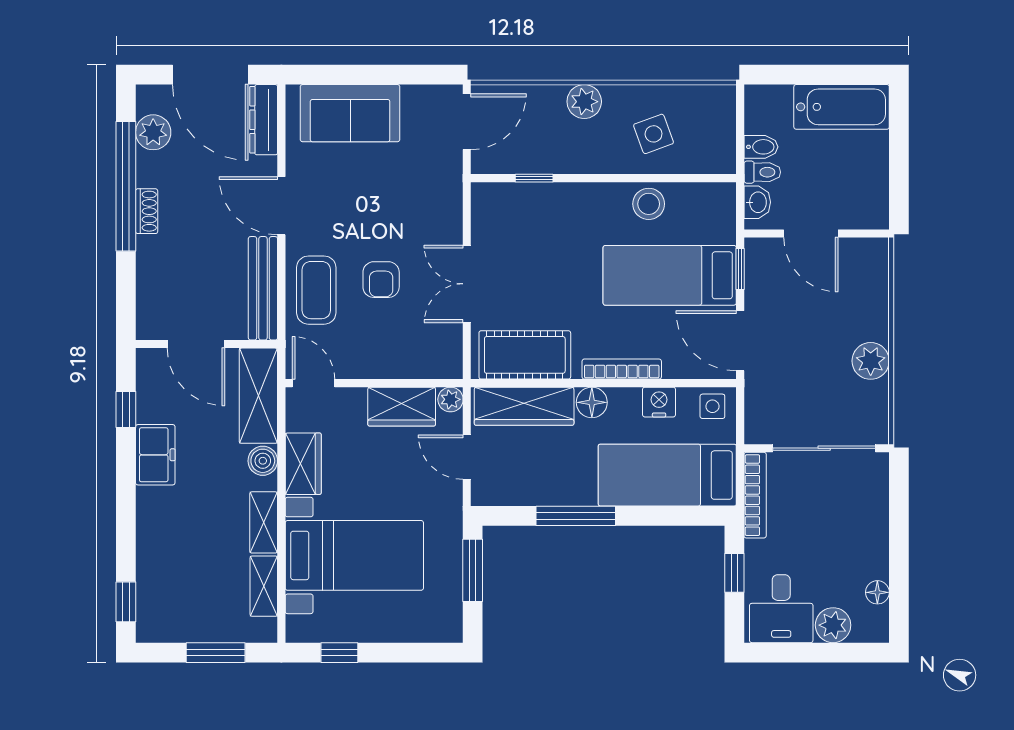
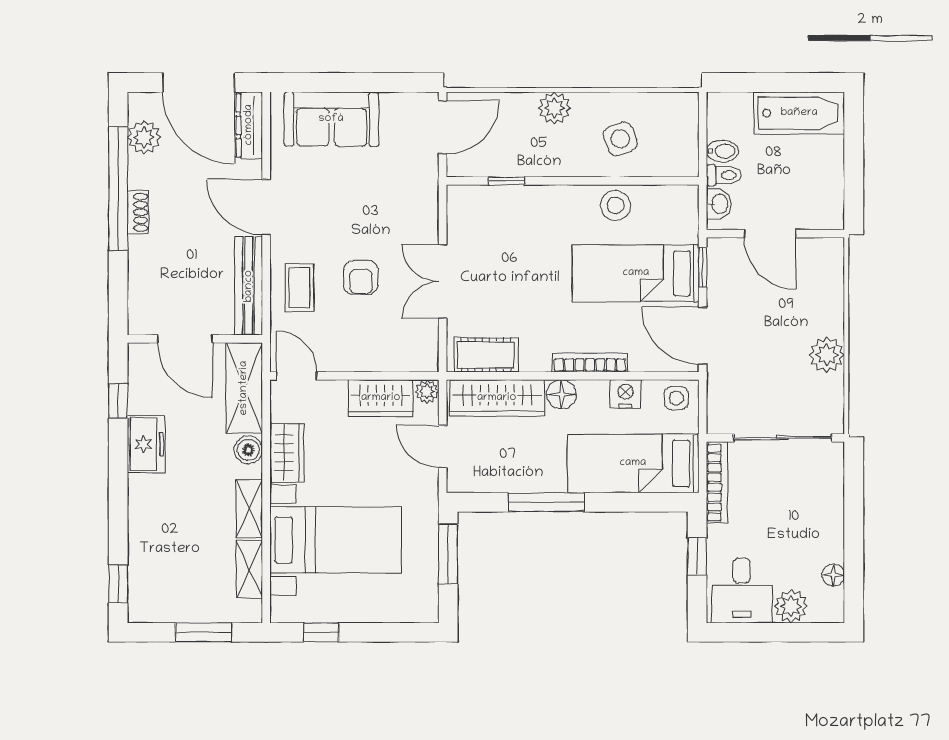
coffee table: (316, 290) -> (299, 287), width x0.73, depth x0.77
cot: (525, 355) -> (486, 355), width x0.73, depth x0.75

